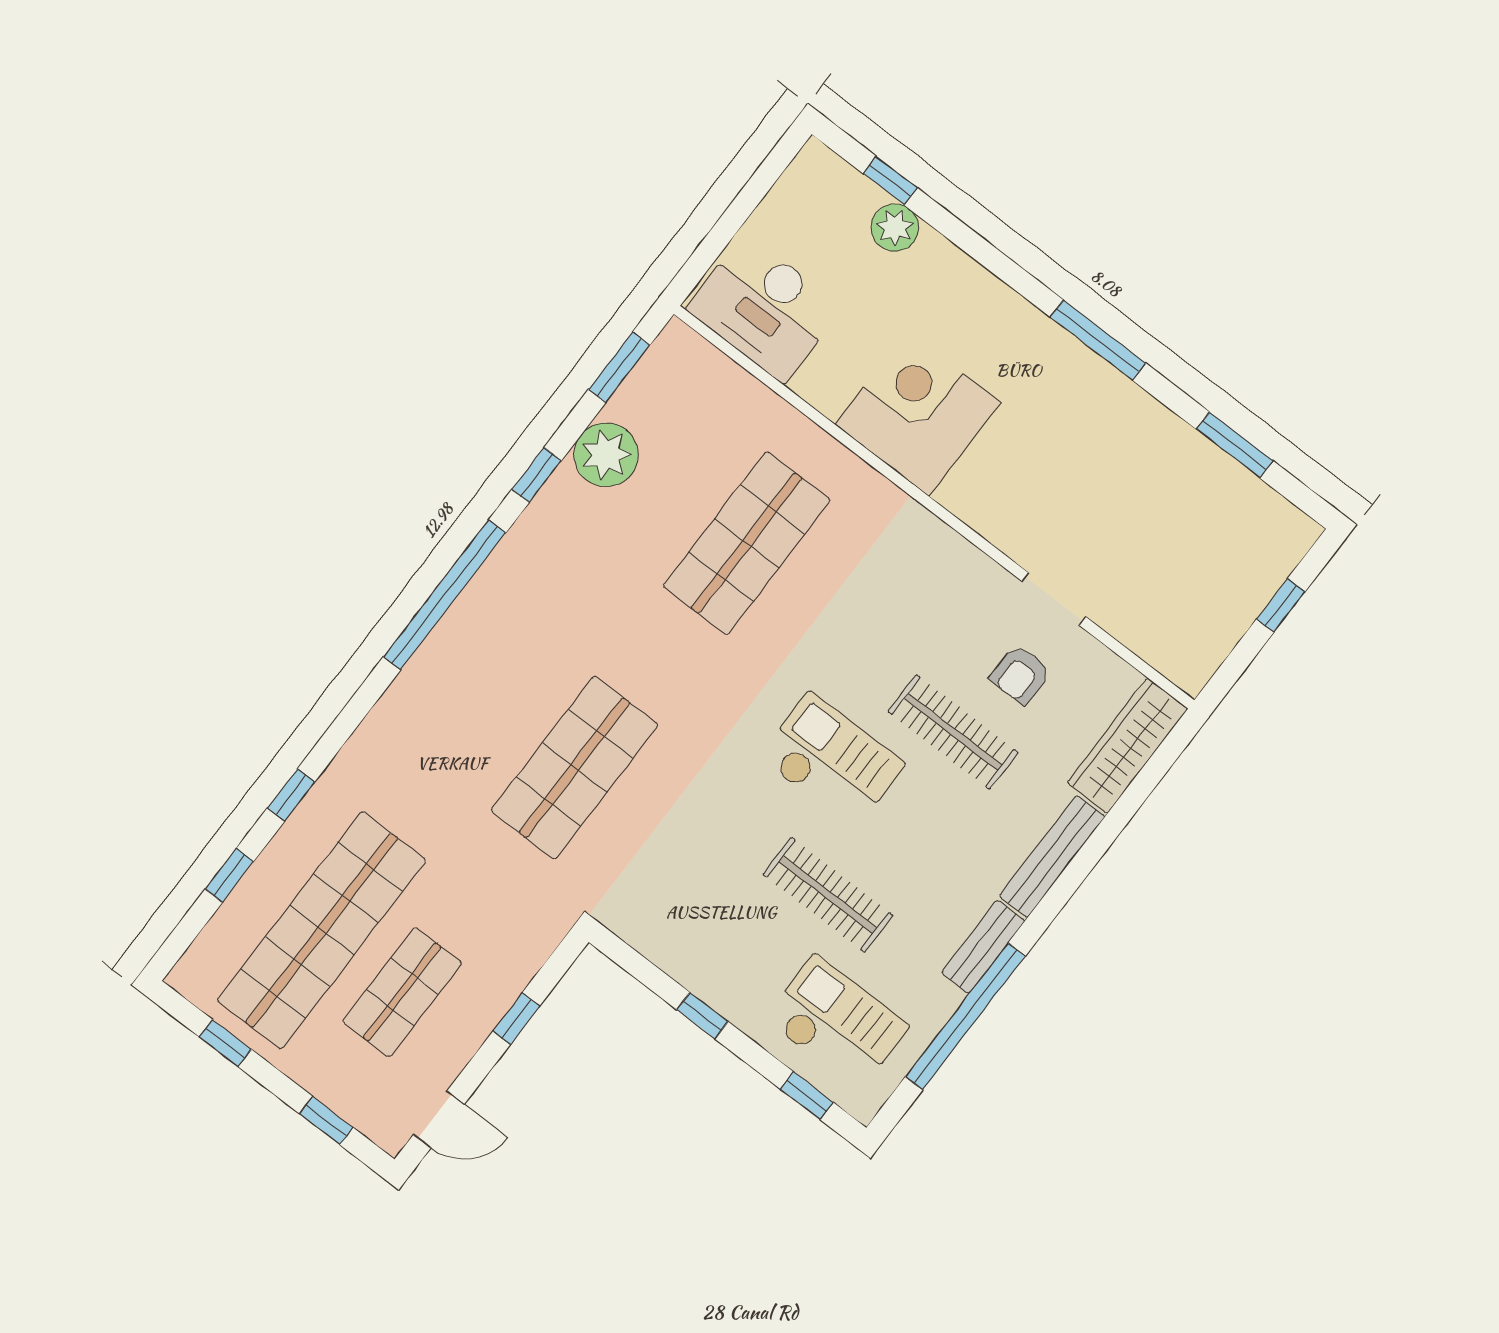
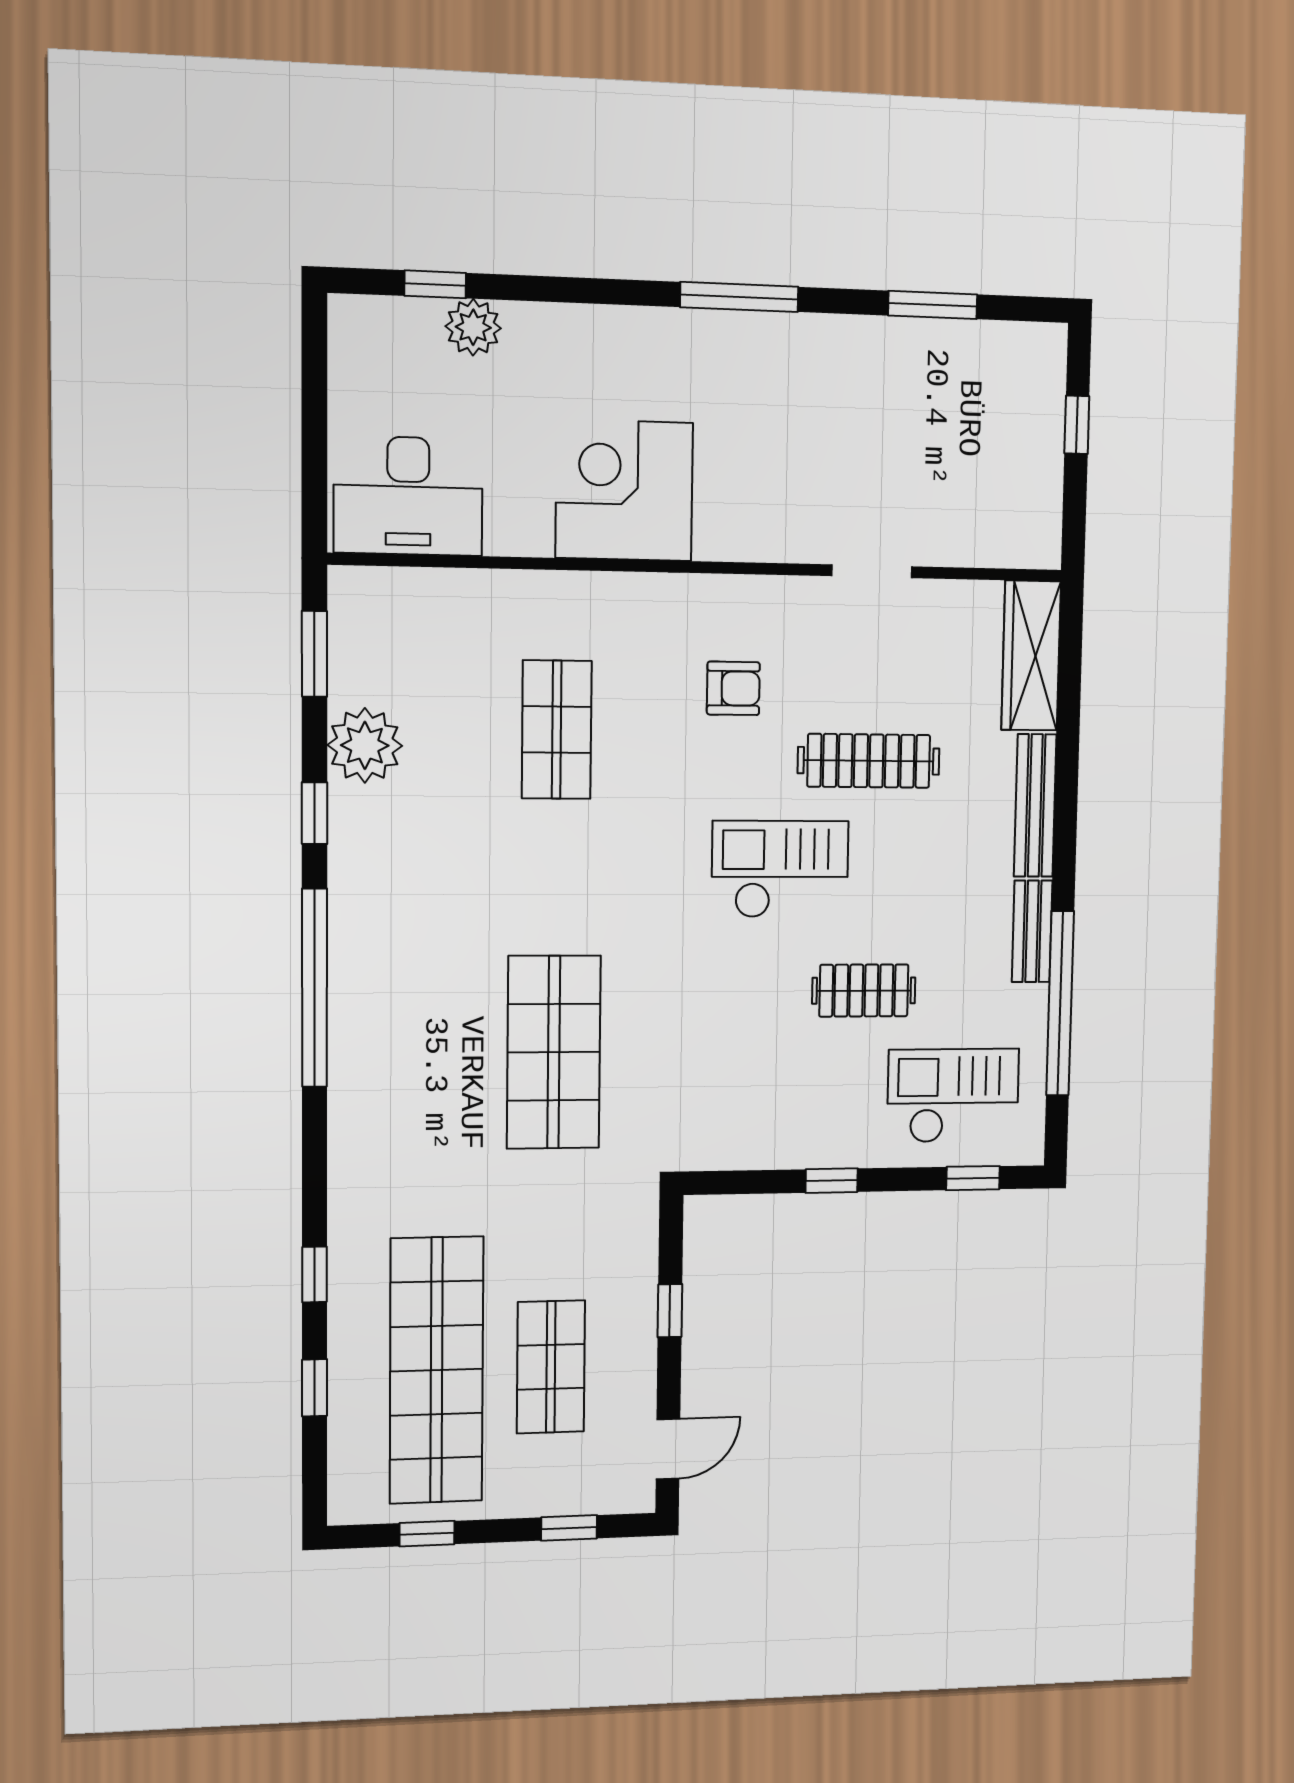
shop shelf: (747, 543) -> (557, 730), width x0.70, depth x0.74
armchair: (1020, 674) -> (733, 688), moved, turned -90
clothes rail: (828, 895) -> (864, 991), width x0.73

